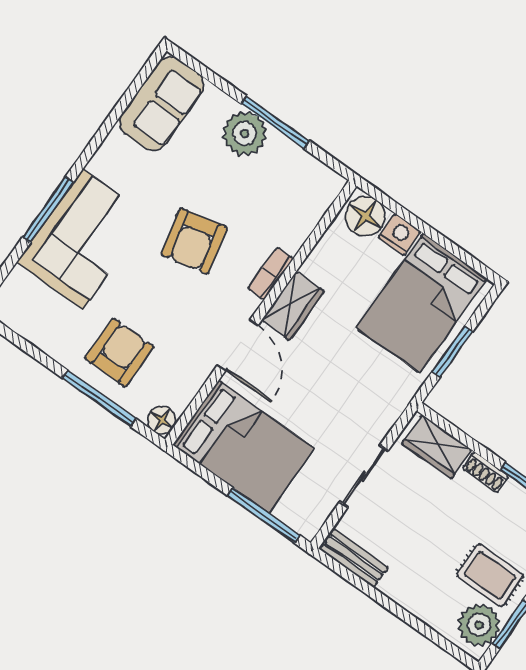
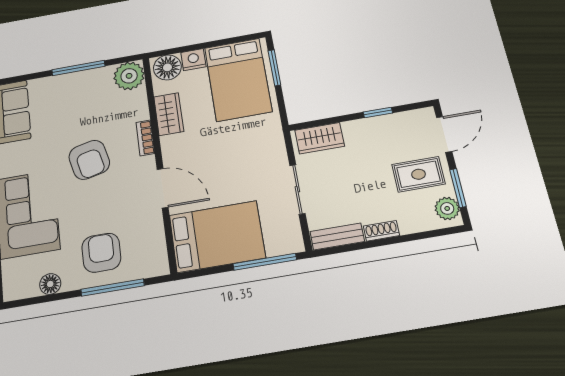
plant: (245, 133) -> (129, 76), moved
wardrobe: (293, 306) -> (169, 114), moved
window: (452, 351) -> (274, 68), moved
floor lamp: (162, 420) -> (50, 284), moved
shoe rack: (486, 472) -> (381, 231), moved, turned 180
plant: (479, 625) -> (447, 208), width x0.73, depth x0.73

